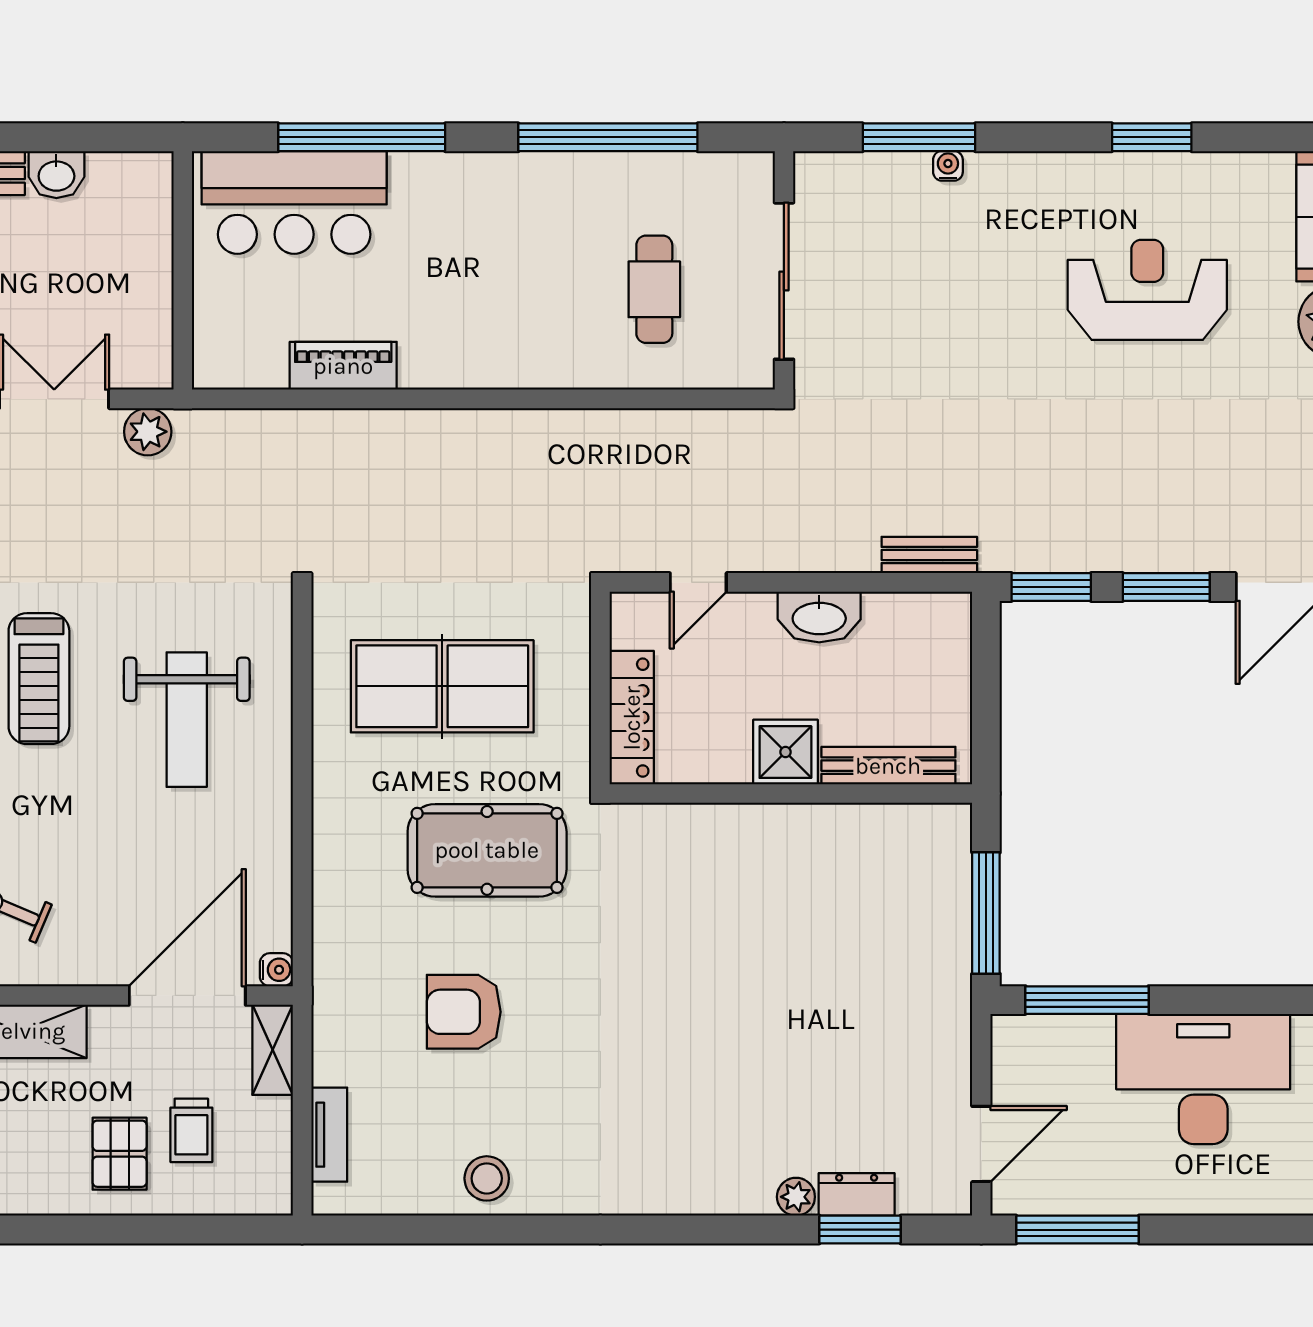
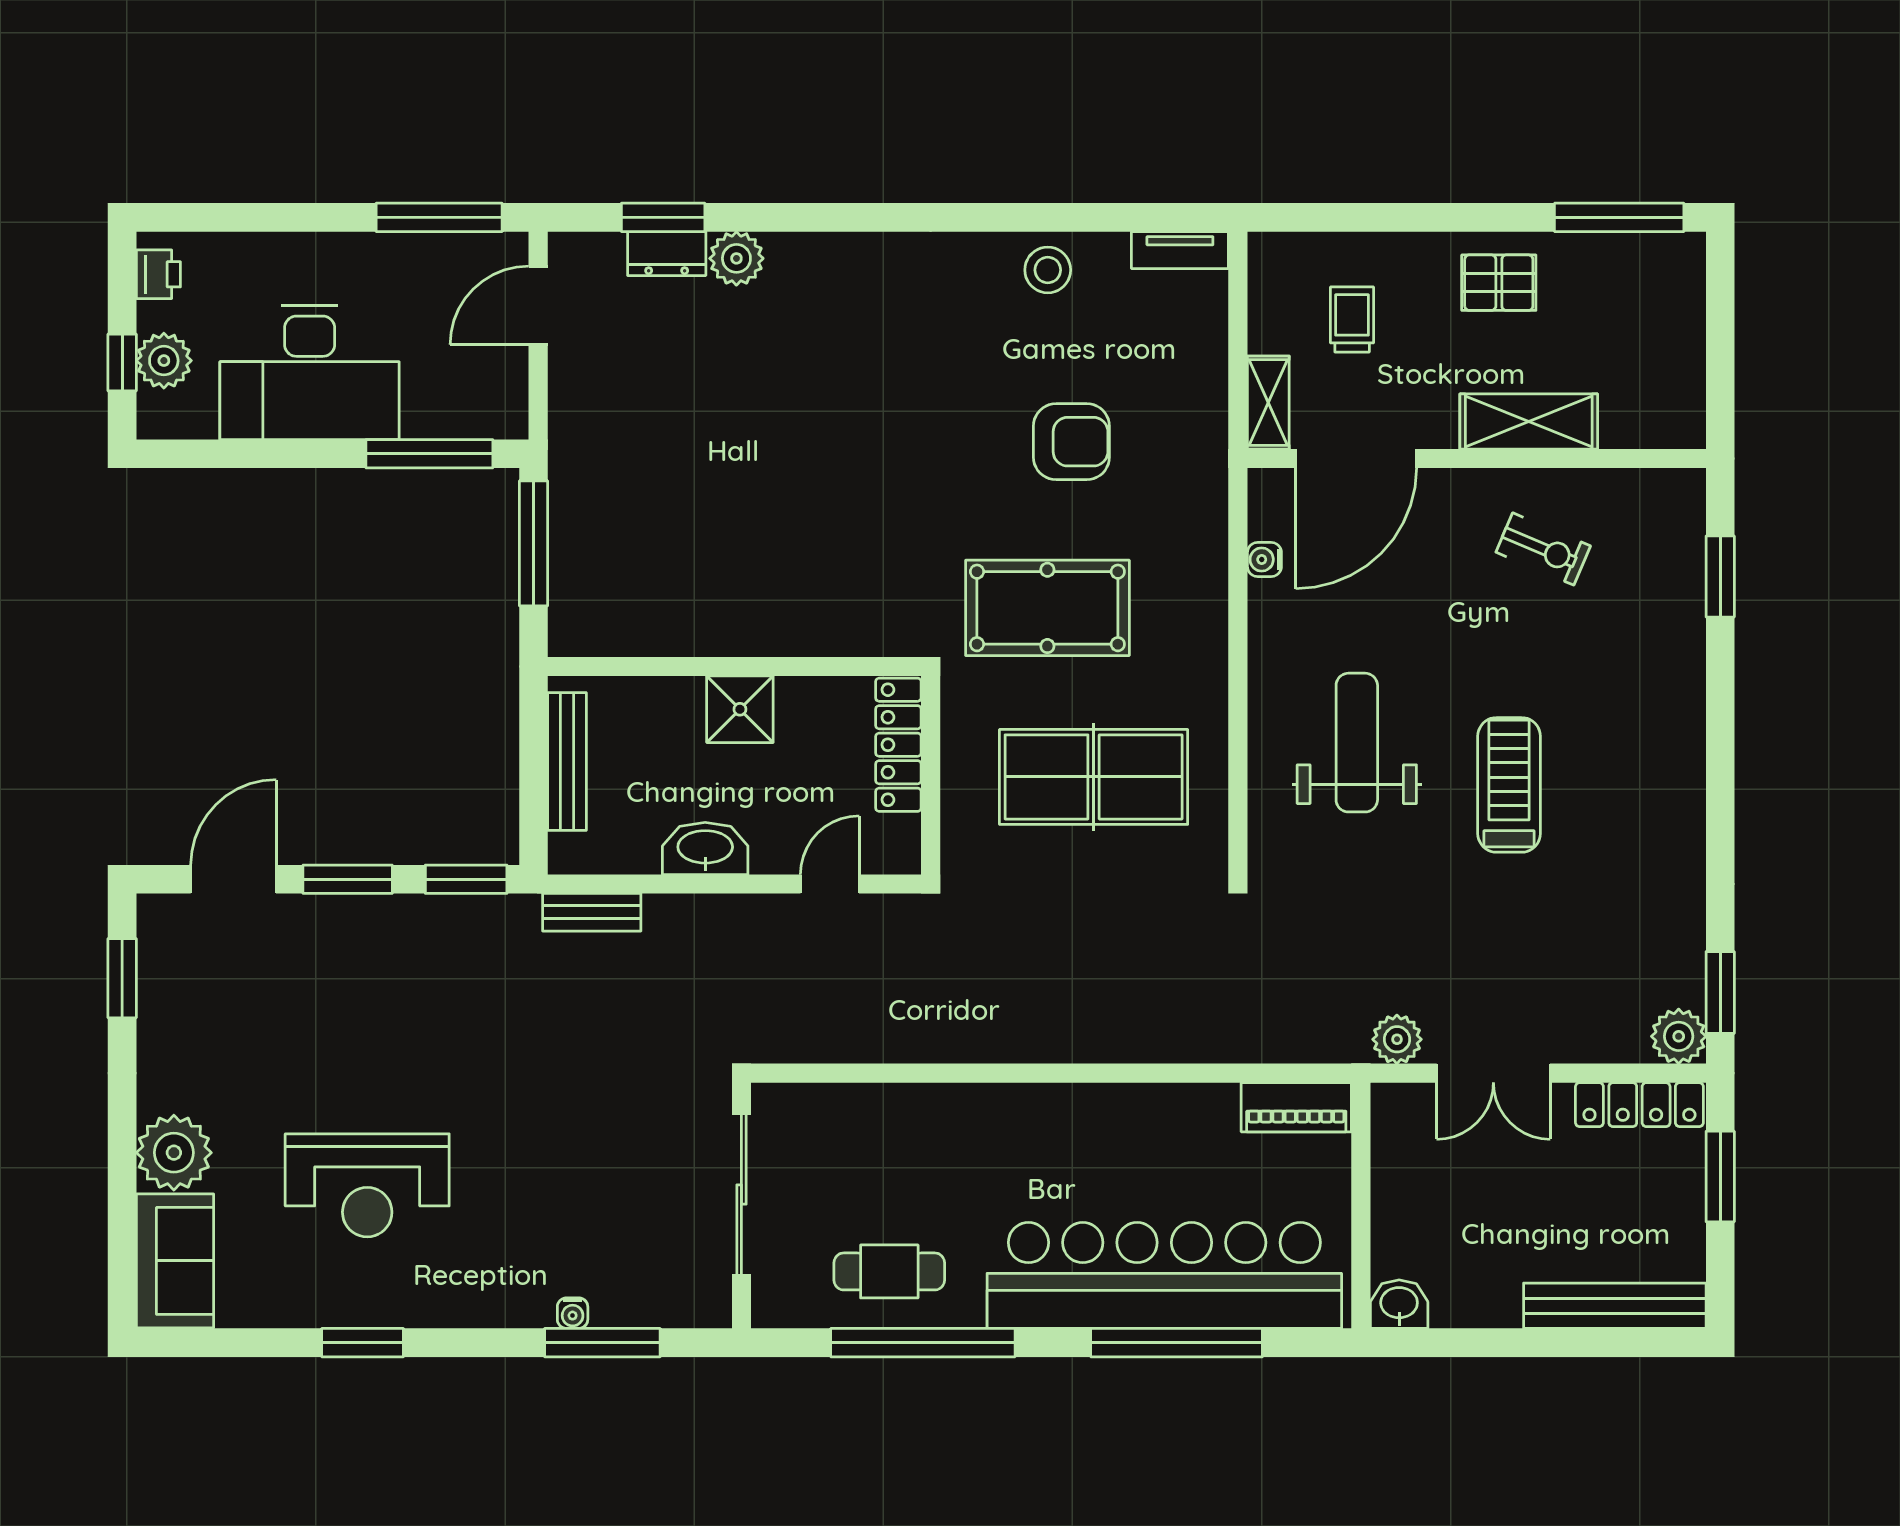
washbasin: (56, 175) -> (1399, 1304), moved
bar counter: (294, 202) -> (1164, 1275), width x1.86
cafe table: (654, 289) -> (889, 1271), moved, turned 90
piano: (343, 366) -> (1296, 1107), moved
bench: (888, 766) -> (567, 762), moved, turned 90
water cooler: (276, 970) -> (1264, 559), moved
tv unit: (329, 1135) -> (1180, 250), moved, turned -90
pallet: (120, 1154) -> (1499, 283), moved, turned 90
plant: (796, 1197) -> (736, 258), width x1.38, depth x1.38

